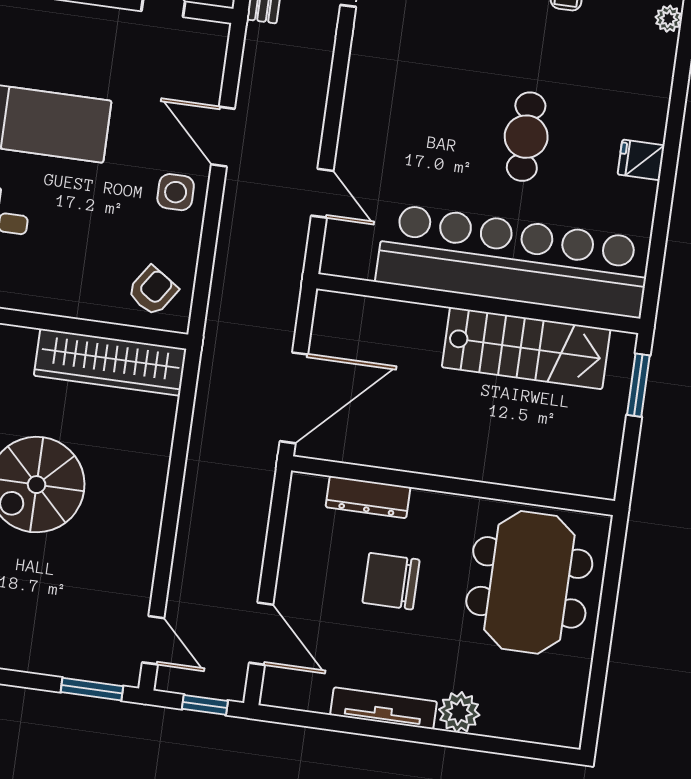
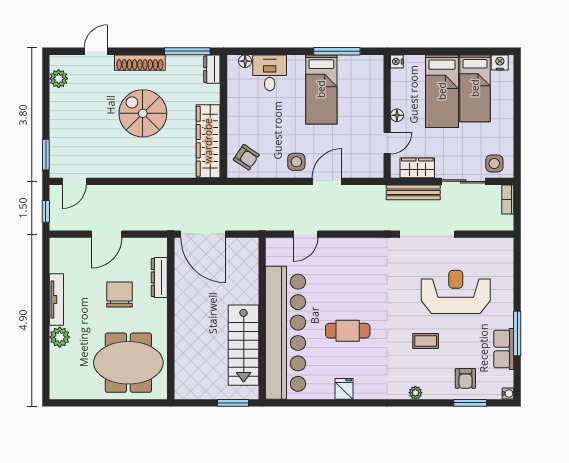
door: (261, 634) -> (107, 234), moved

